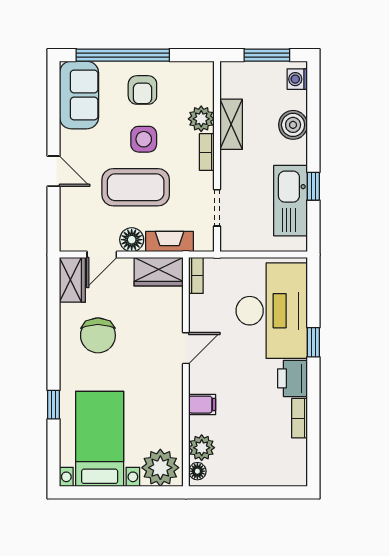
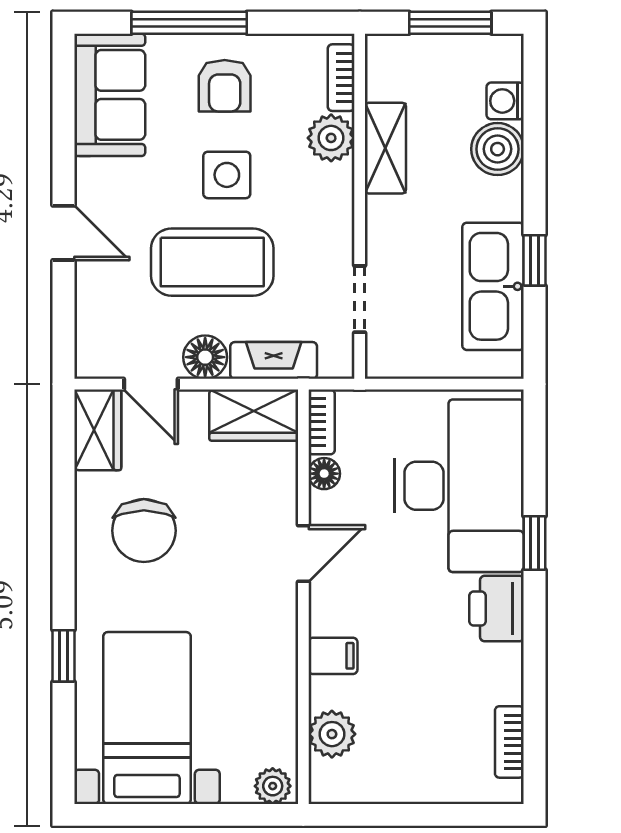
window: (123, 55) -> (189, 23), width x0.68
washing machine: (297, 79) -> (505, 101), moved
bookcase: (207, 152) -> (341, 78), moved
door: (102, 255) -> (151, 384), hinge flipped
bookcase: (300, 418) -> (509, 742), moved
plant: (160, 468) -> (273, 786), width x0.53, depth x0.53
floor lamp: (197, 471) -> (324, 474), moved

